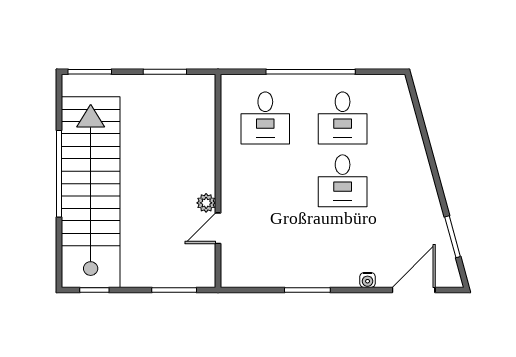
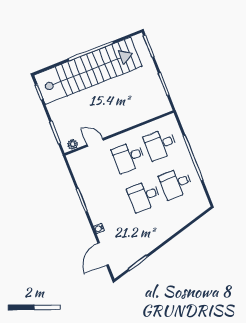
desk: (265, 181) -> (129, 157), added
plant: (206, 203) -> (73, 144), moved
door: (414, 290) -> (103, 254), swing flipped

